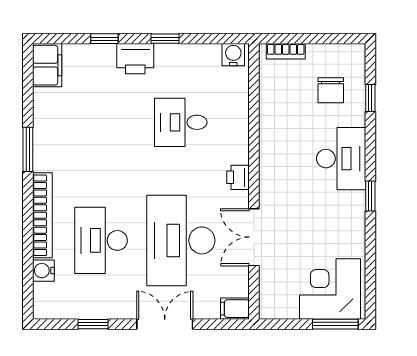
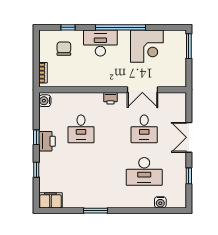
printer: (135, 59) -> (47, 141), moved
chair: (331, 90) -> (64, 49), turned -90
window: (370, 196) -> (120, 27), width x3.17
bookcase: (42, 215) -> (131, 203), removed
desk: (181, 240) -> (144, 129), width x0.53, depth x0.77
corner desk: (330, 289) -> (147, 46), moved, turned -90
filing cabinet: (235, 309) -> (181, 100), removed

